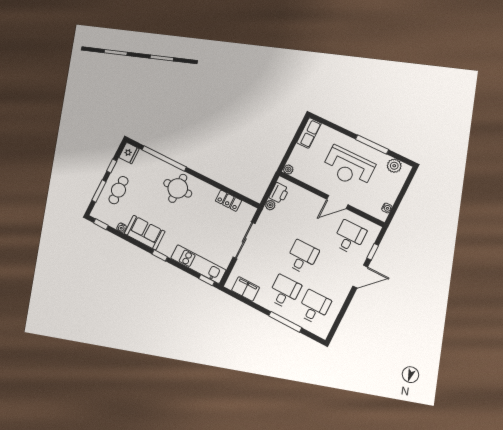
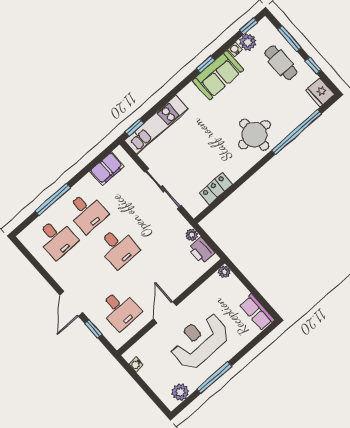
plant: (113, 220) -> (248, 42), added
window: (160, 255) -> (205, 64), moved

